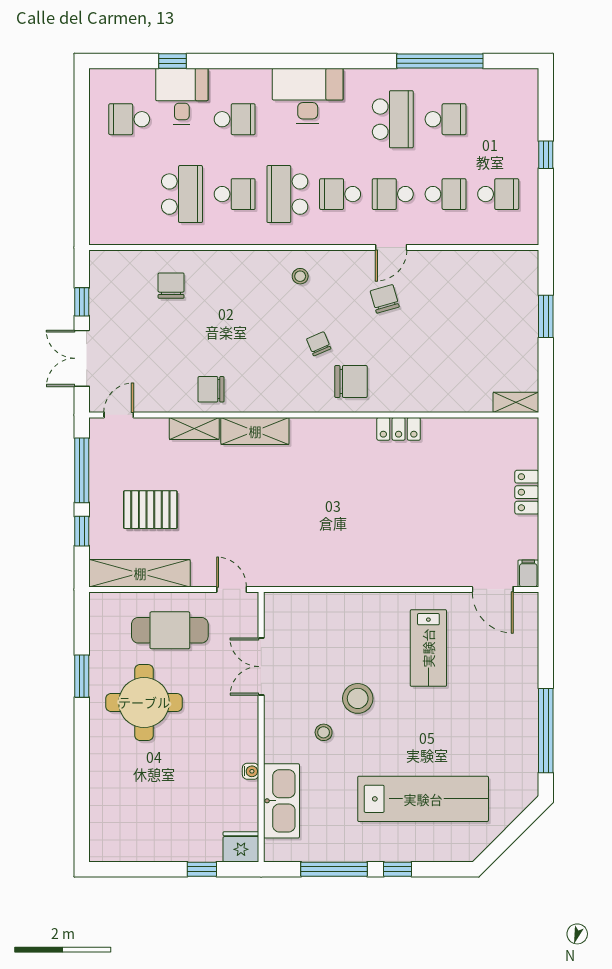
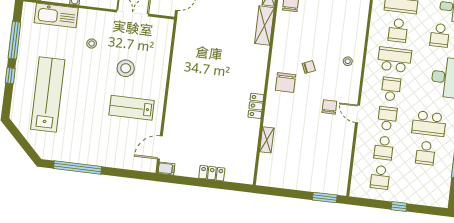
chair: (385, 299) -> (329, 107), turned -74
window: (546, 316) -> (325, 197), moved
shelving: (516, 402) -> (267, 140), moved
stool: (358, 698) -> (126, 68), moved
lab bench: (423, 799) -> (48, 95), turned 180

